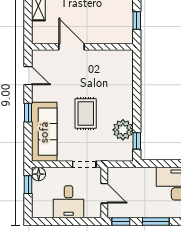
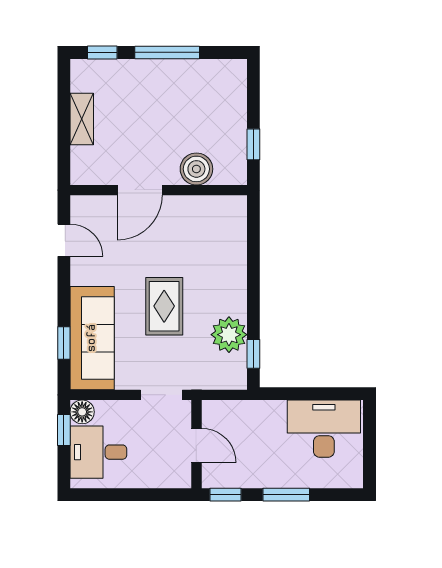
boiler: (104, 35) -> (196, 169), added
door: (72, 47) -> (140, 190), swing flipped
window: (28, 113) -> (64, 343), moved
desk: (69, 202) -> (98, 452), moved, turned 90

